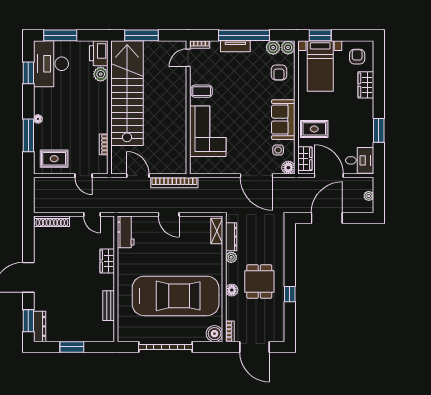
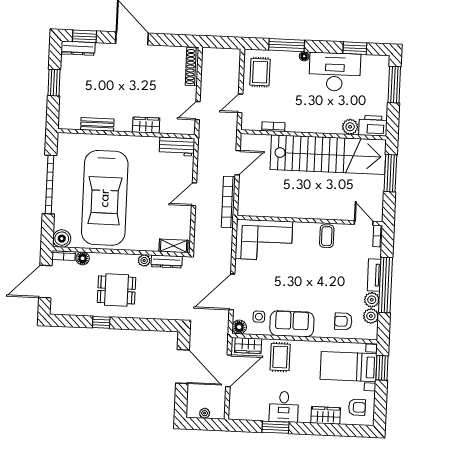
plant: (288, 47) -> (372, 300), moved
desk: (51, 64) -> (335, 72), moved
corner sofa: (208, 131) -> (264, 240), moved
desk: (360, 160) -> (284, 407), moved
floor lamp: (232, 290) -> (83, 258), moved

